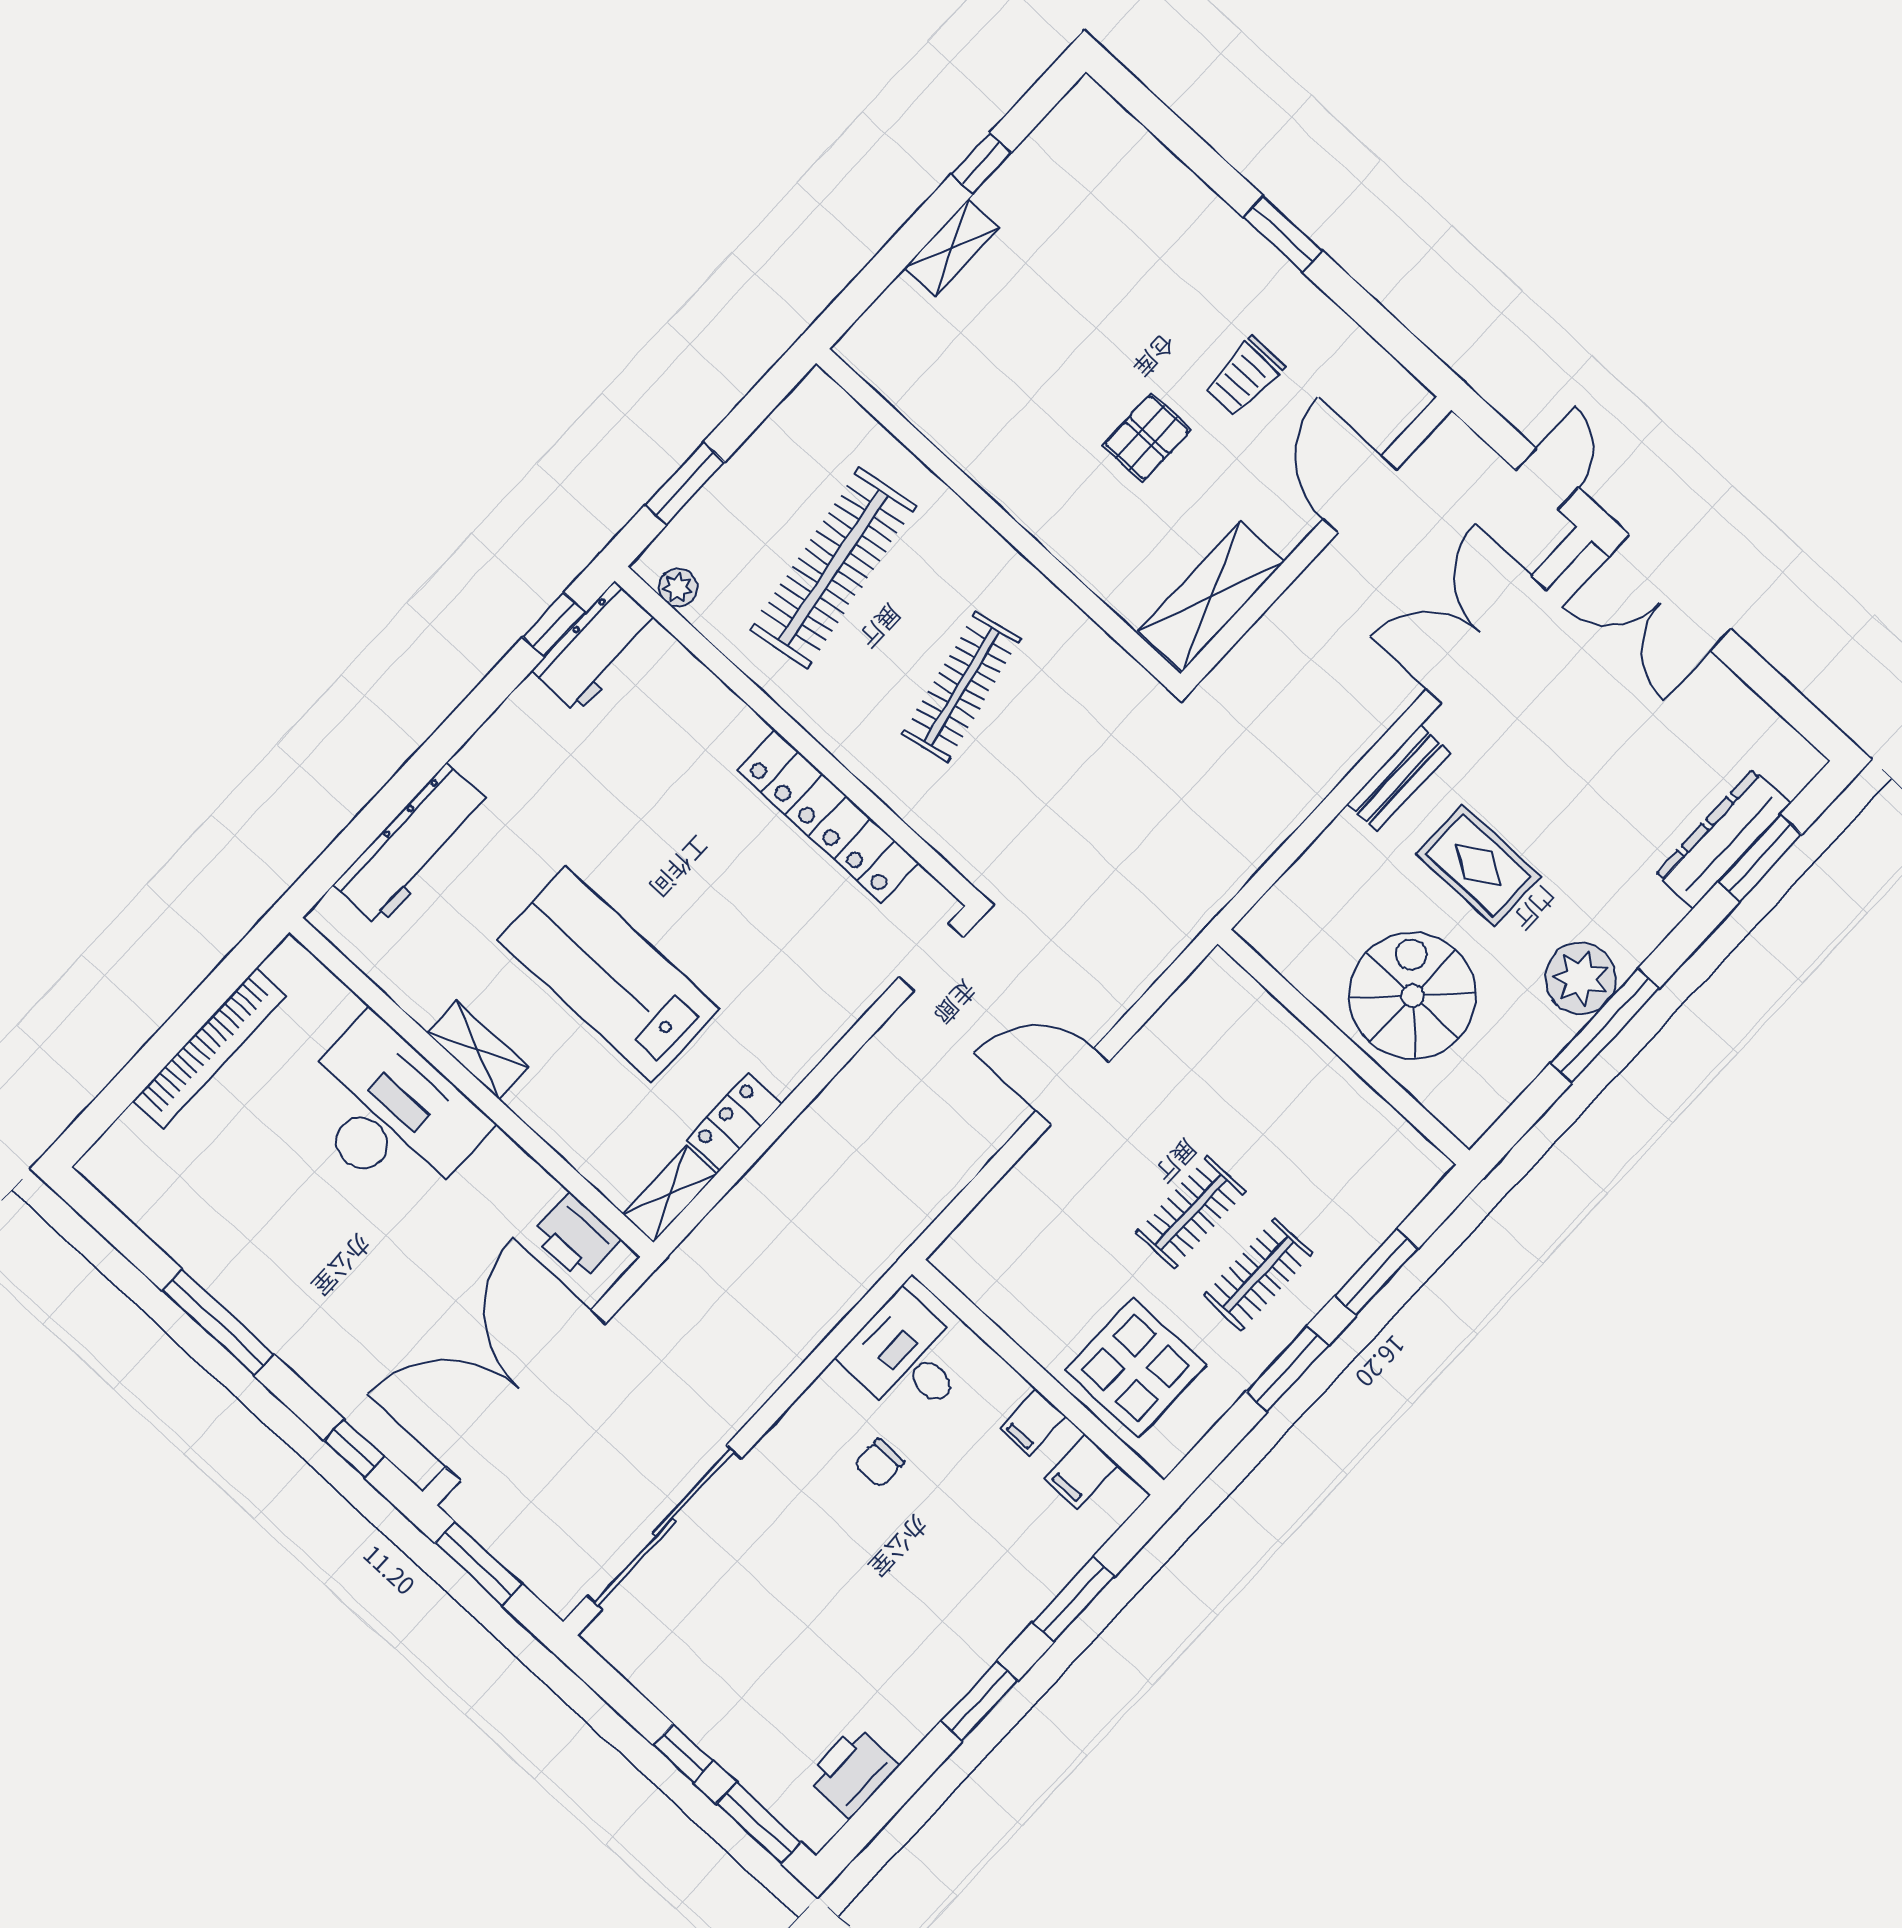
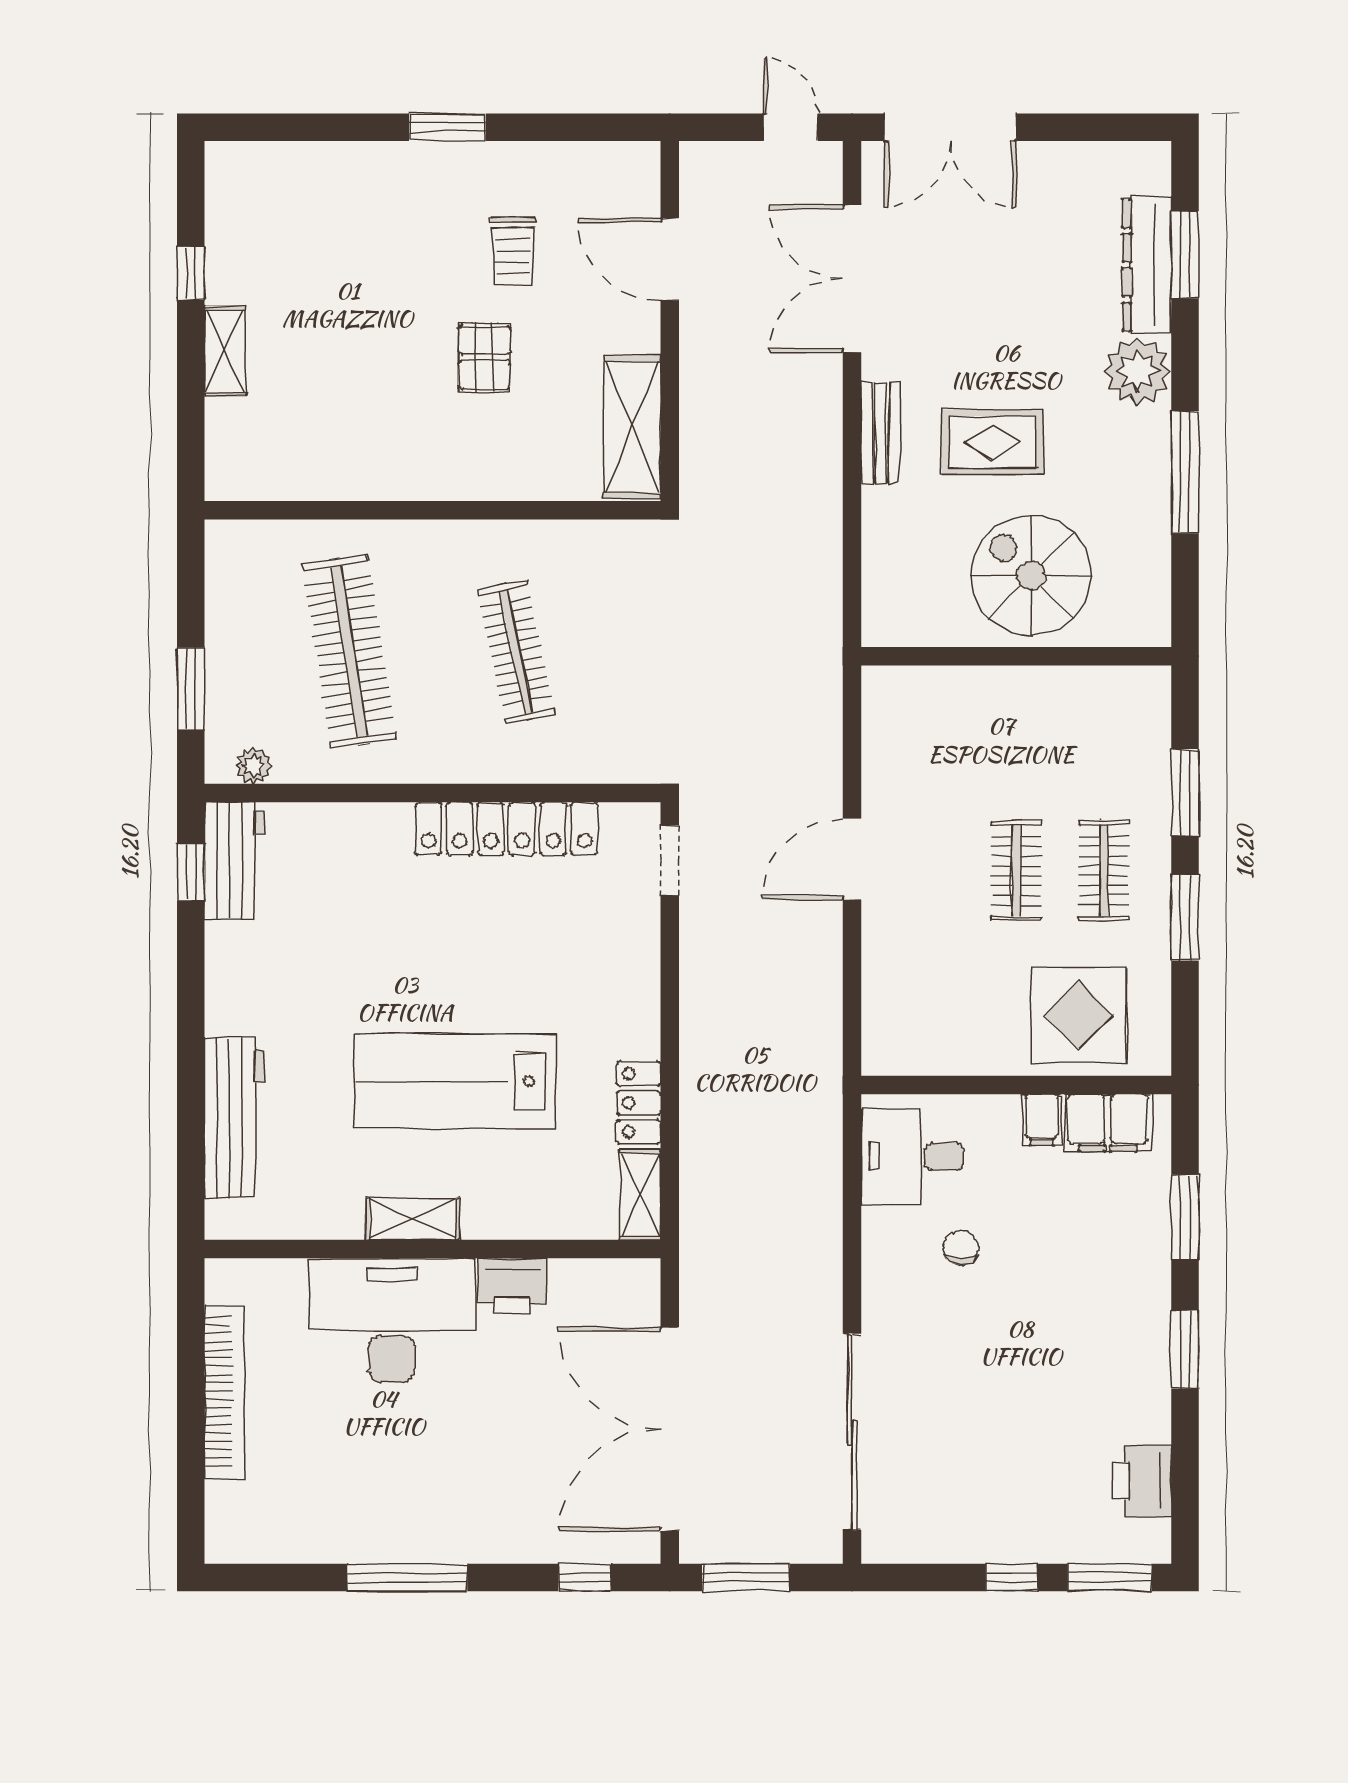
plant: (1581, 978) -> (1137, 371), moved
printer: (576, 1237) -> (512, 1286), moved
chair: (879, 1463) -> (961, 1248), turned 180
filing cabinet: (1081, 1472) -> (1108, 1123), width x2.00

